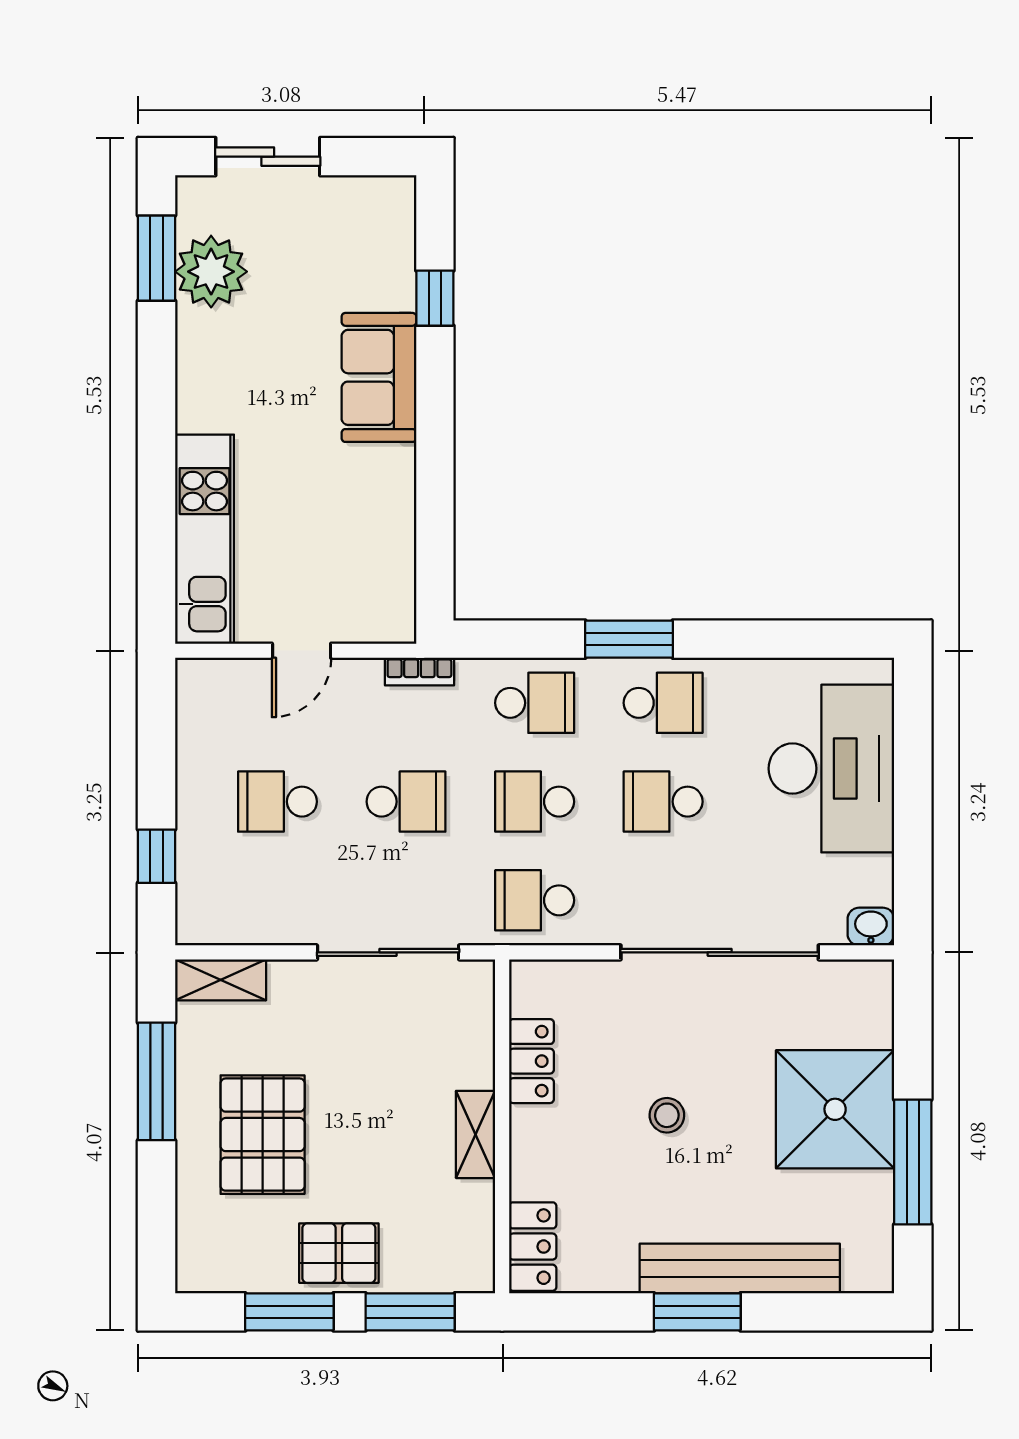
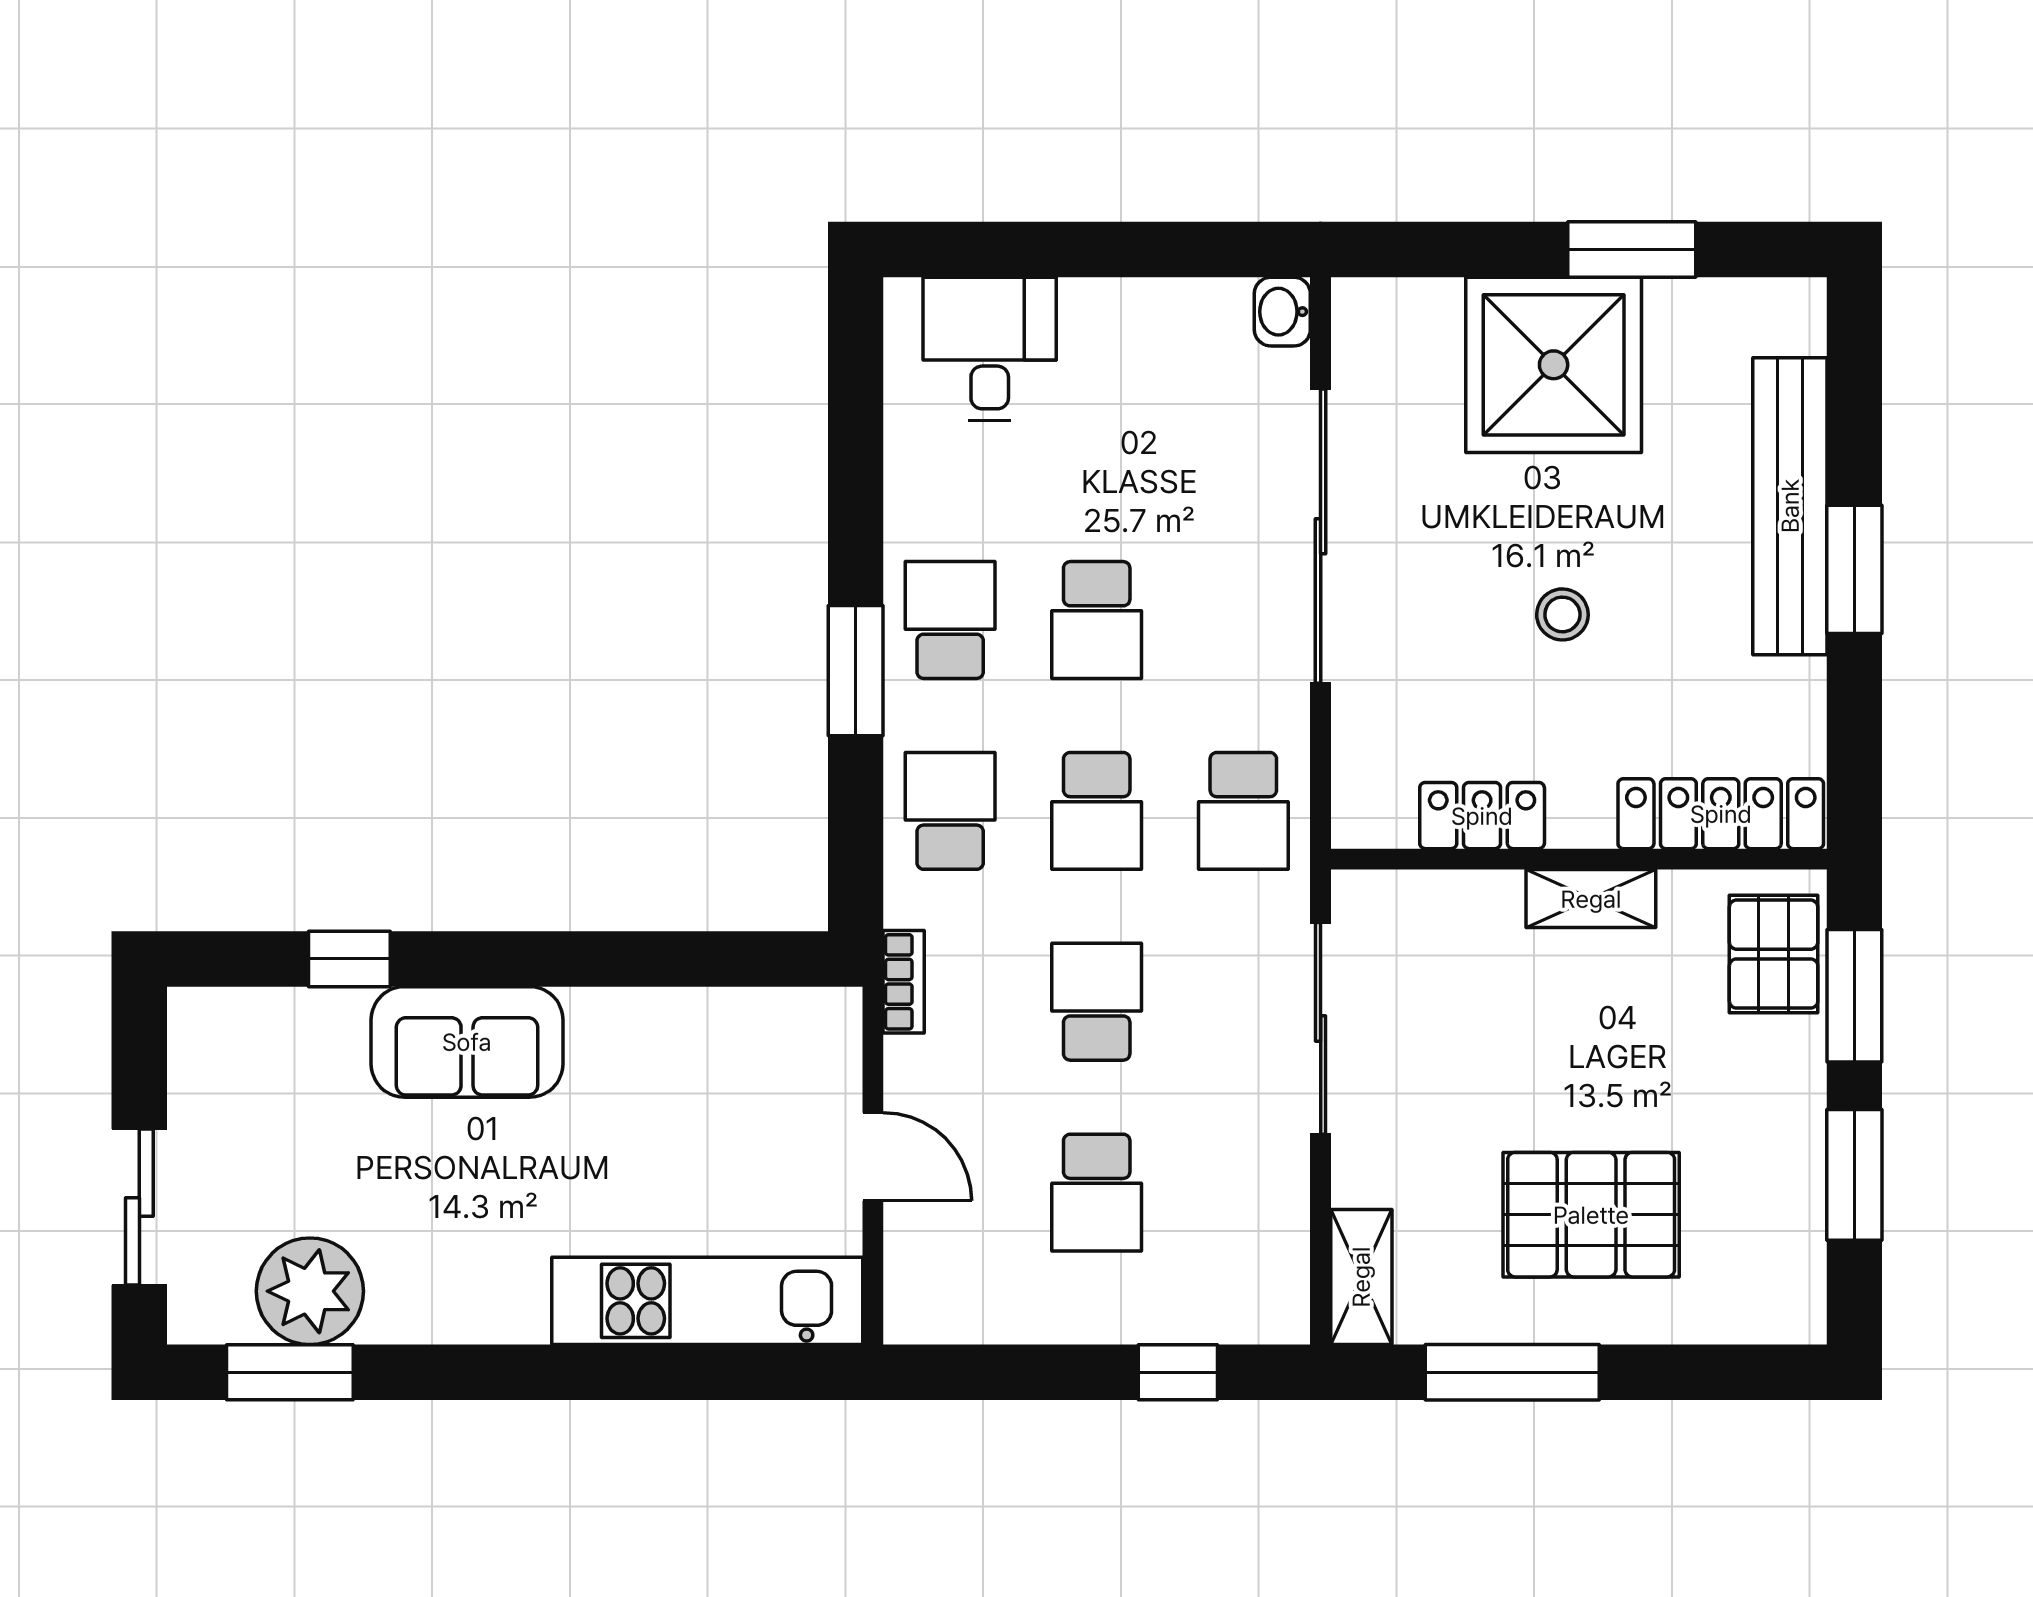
desk: (831, 769) -> (990, 349), width x0.53, depth x0.77
window: (913, 1162) -> (1632, 250), width x0.69
locker: (533, 1247) -> (1721, 814), width x1.53
pallet: (339, 1253) -> (1774, 954), moved

